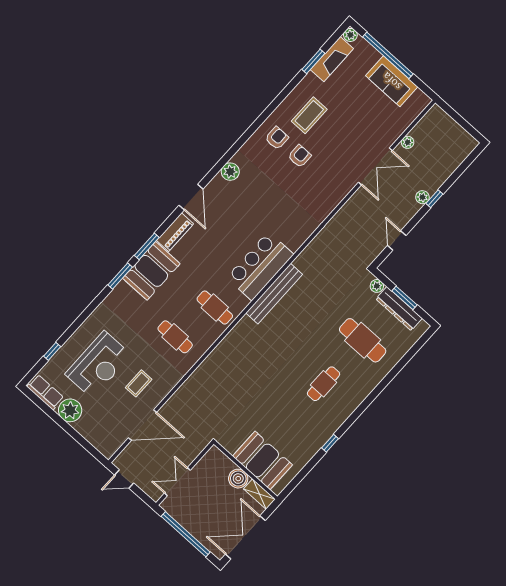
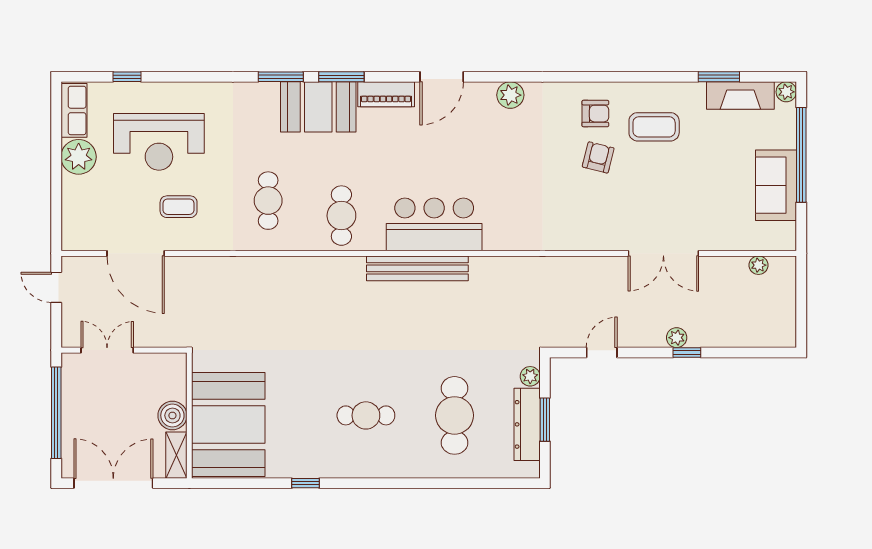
plant: (408, 142) -> (759, 265), moved
armchair: (300, 156) -> (598, 157), turned -76
booth: (262, 460) -> (228, 424), width x1.36, depth x1.42

